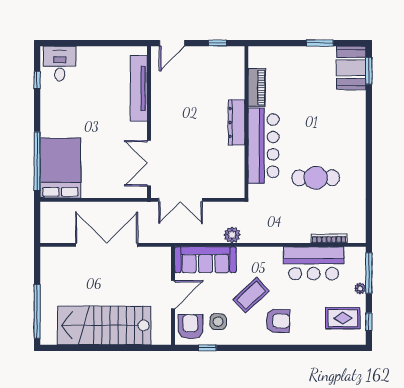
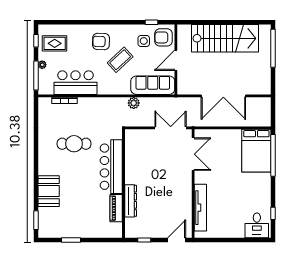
booth: (351, 68) -> (49, 191), moved
dresser: (236, 122) -> (131, 201), moved
armchair: (190, 327) -> (163, 37), turned 90

